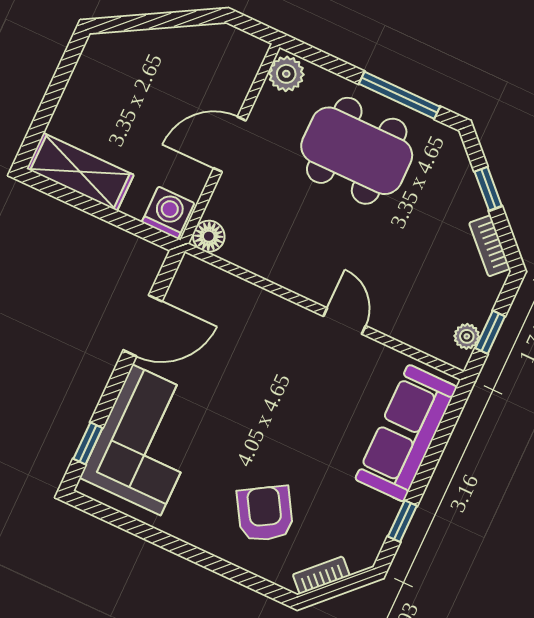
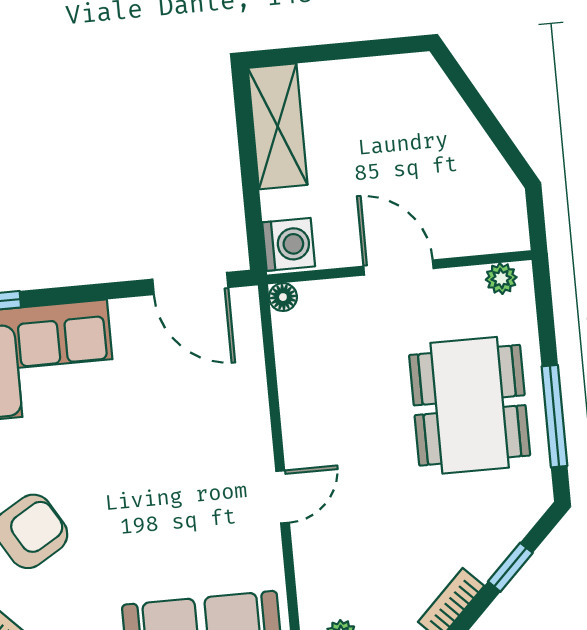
plant: (286, 74) -> (501, 278), width x0.73, depth x0.73
floor lamp: (209, 236) -> (283, 297), width x0.73, depth x0.73
door: (143, 326) -> (190, 283), moved

